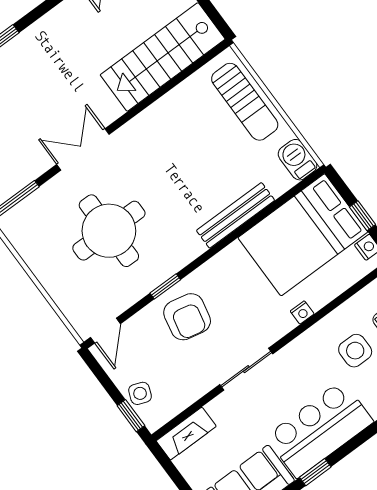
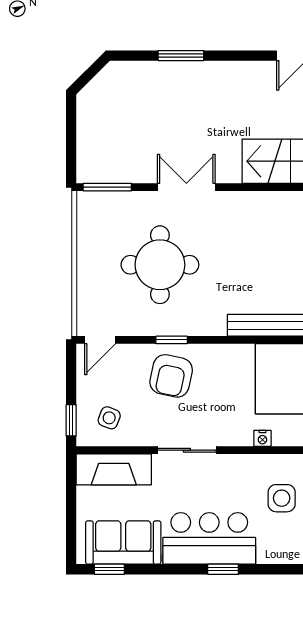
side table: (140, 393) -> (109, 418), moved
fireplace: (186, 434) -> (114, 469), width x1.37, depth x1.32
window: (315, 472) -> (223, 569), moved

